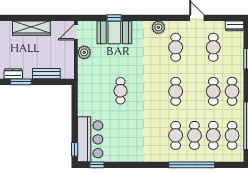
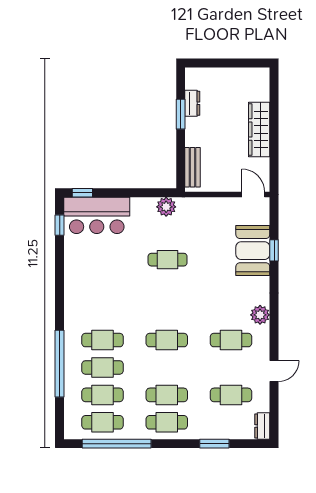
plant: (84, 52) -> (166, 207), moved
bench: (46, 74) -> (193, 167), moved

